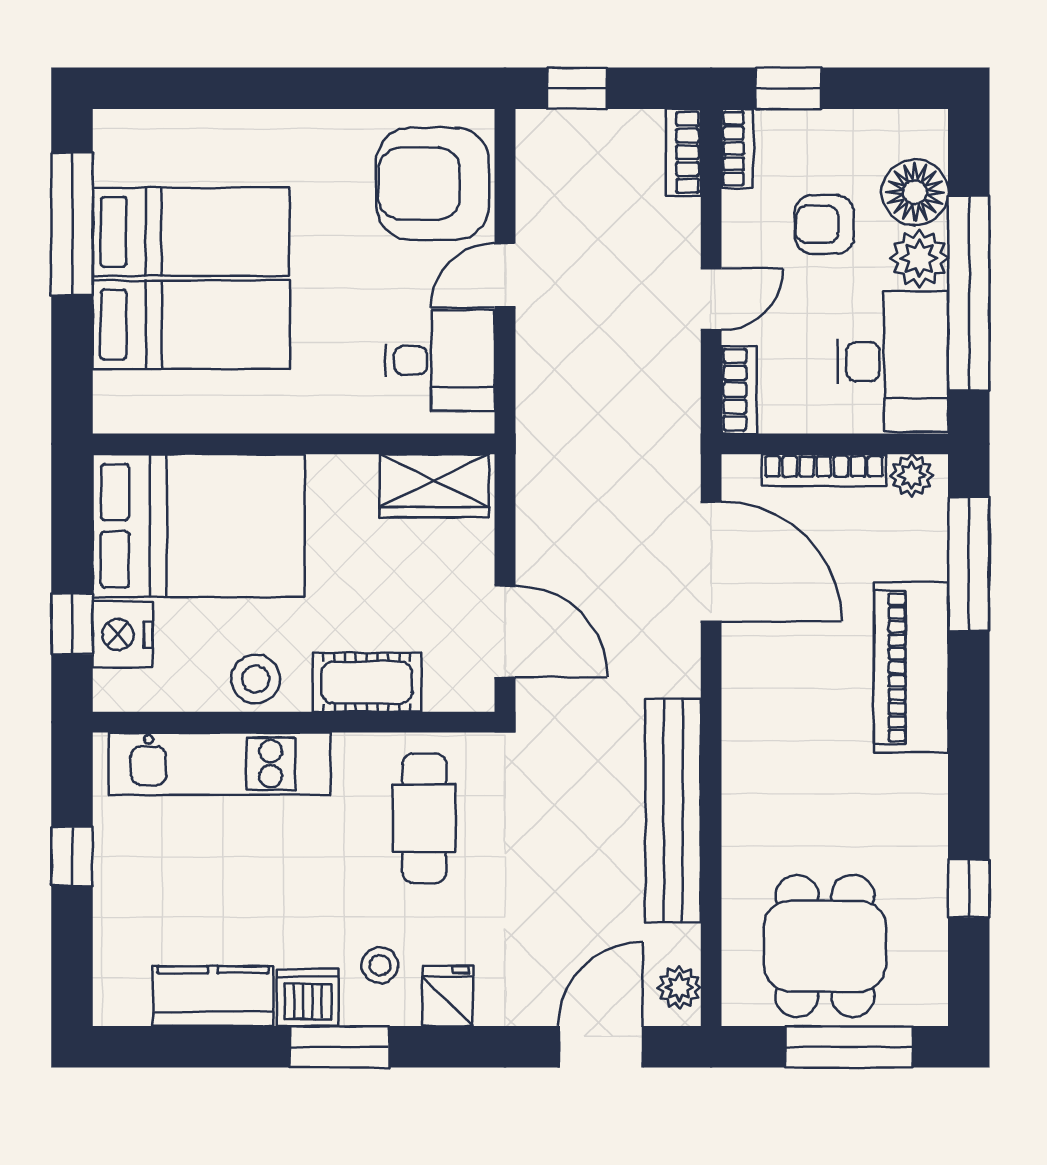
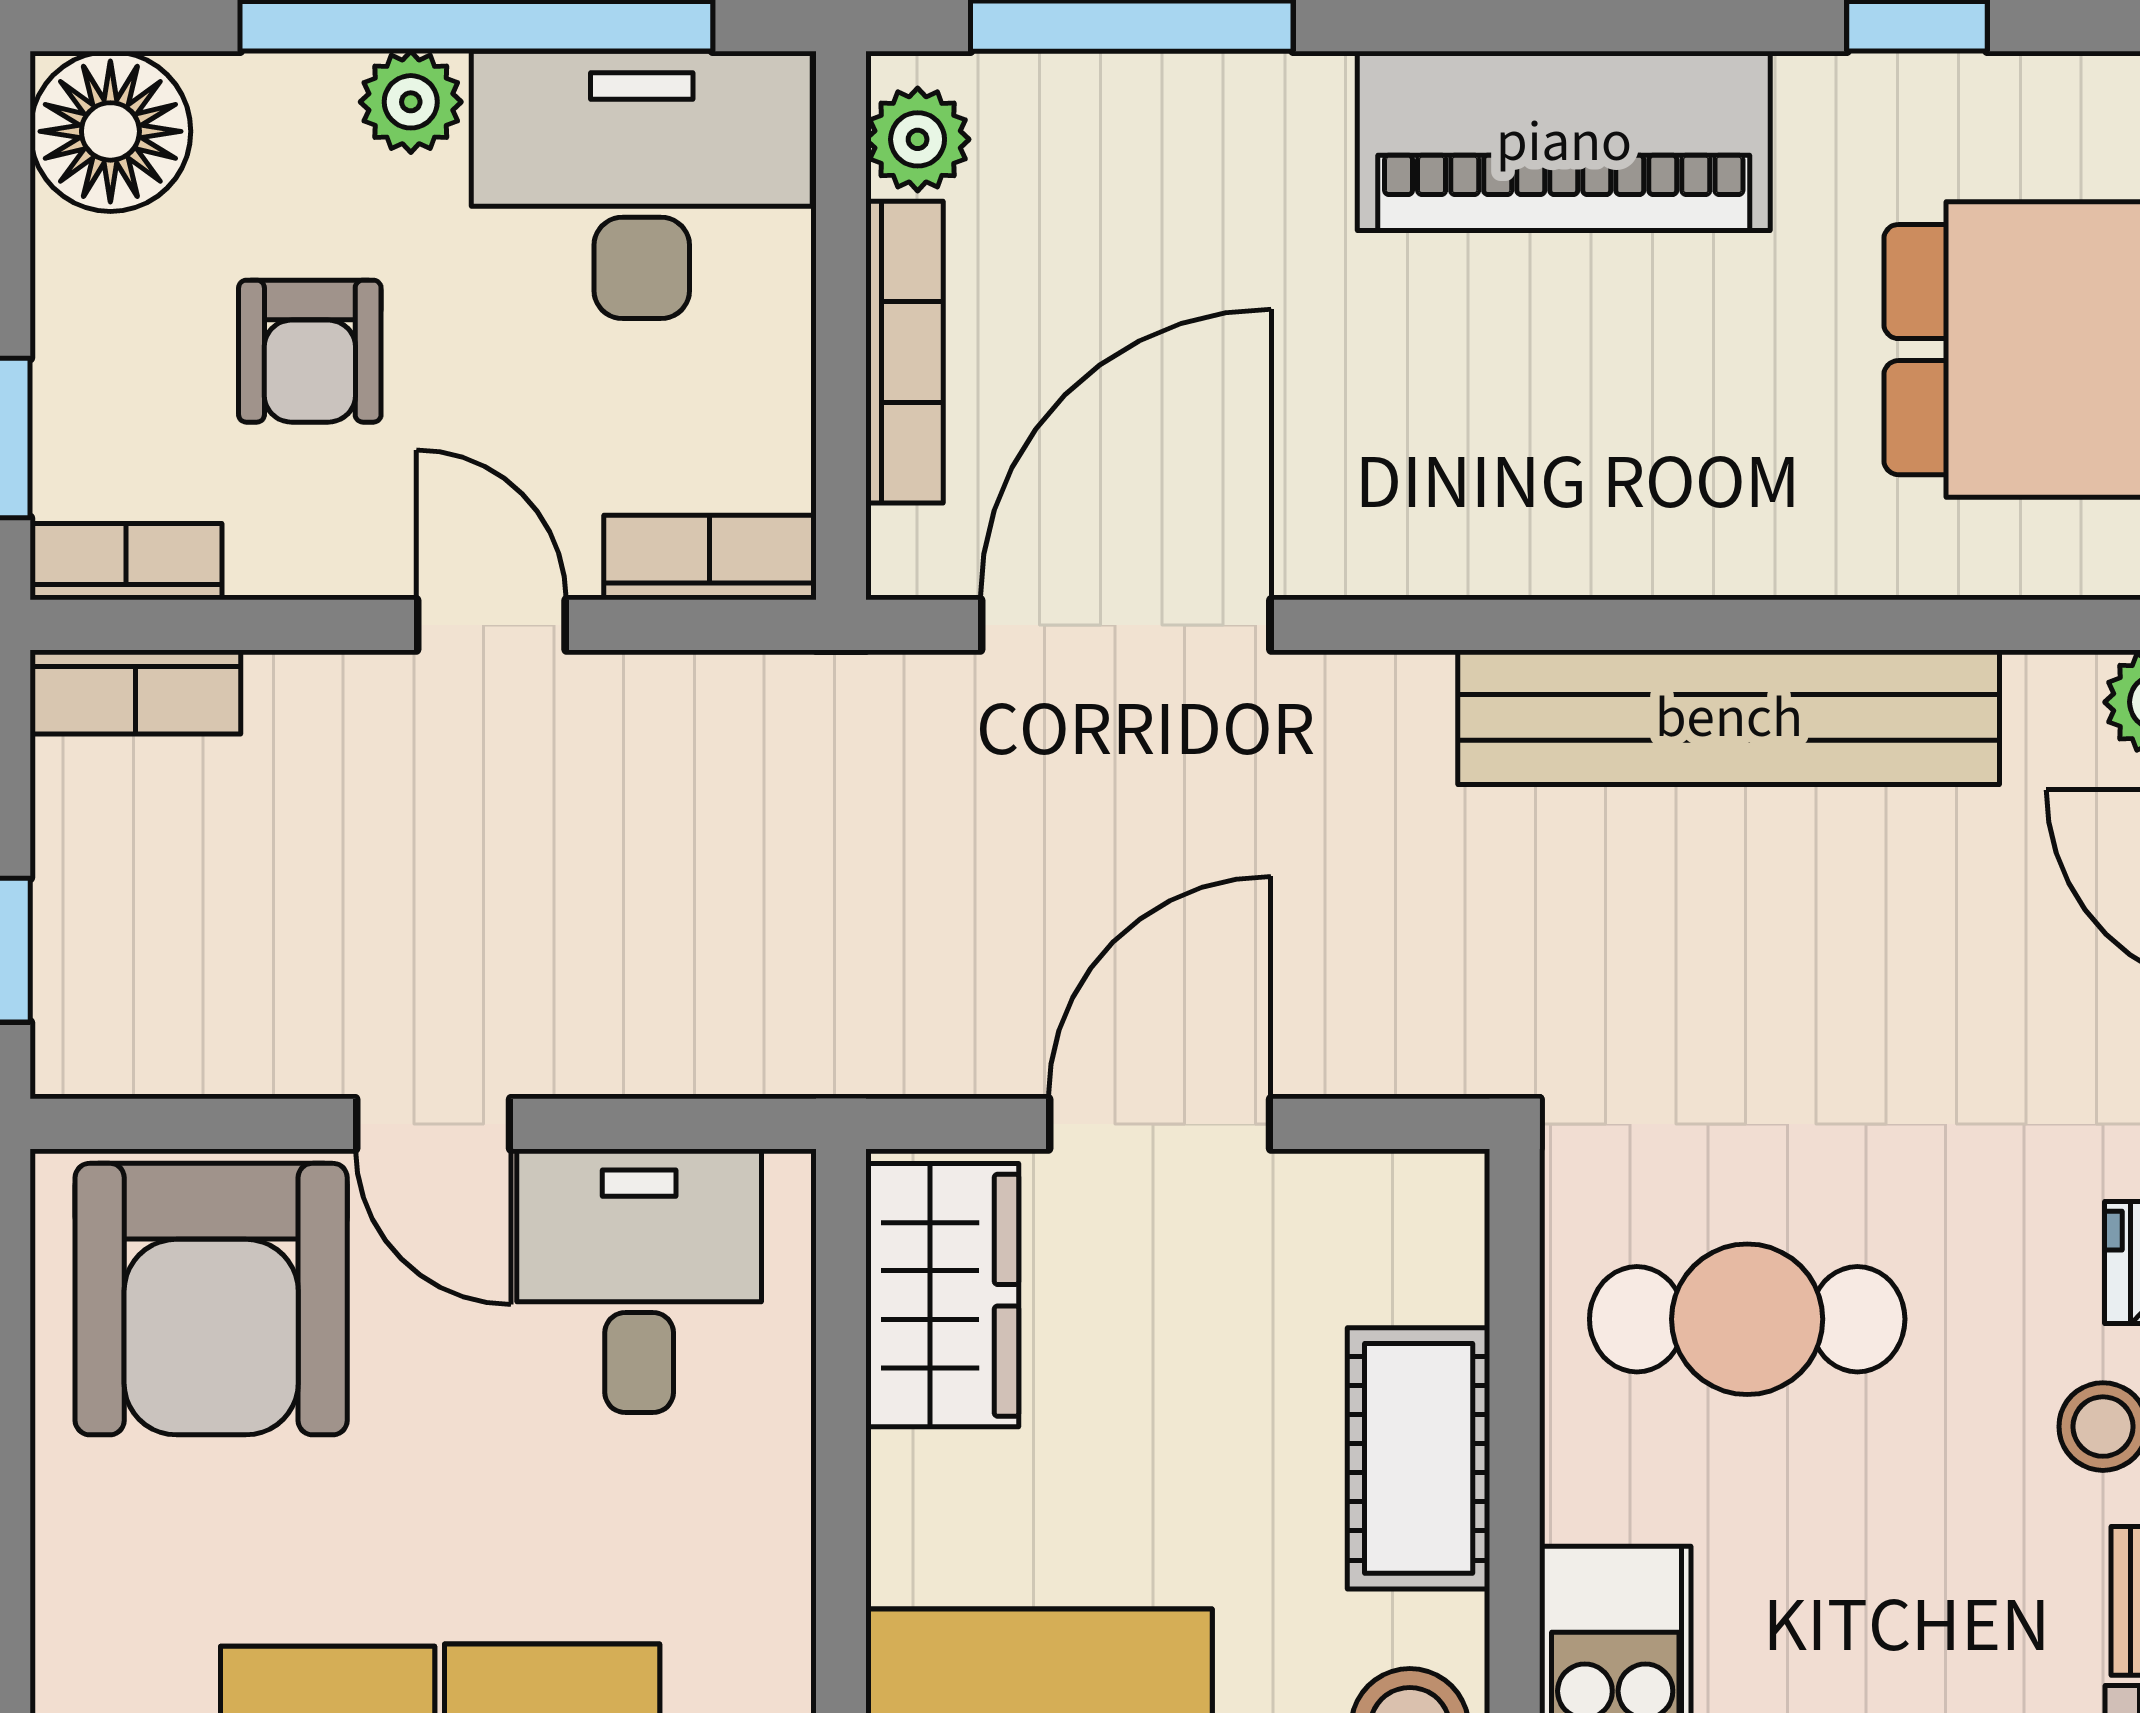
floor lamp: (915, 192) -> (110, 131), moved
plant: (919, 258) -> (411, 102), width x0.73, depth x0.73
door: (505, 631) -> (1160, 1124), moved
piano: (911, 667) -> (1564, 141), moved

